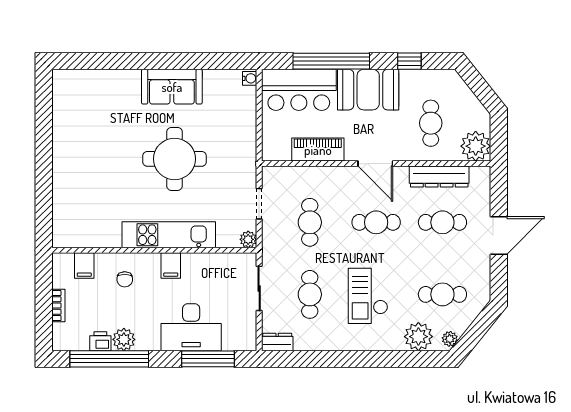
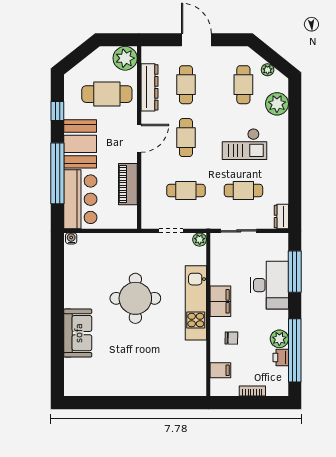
sofa: (172, 87) -> (78, 333), moved
cafe table: (431, 123) -> (107, 94), width x1.37, depth x1.35
filing cabinet: (171, 266) -> (220, 301), width x2.00
plant: (450, 339) -> (268, 70), moved

